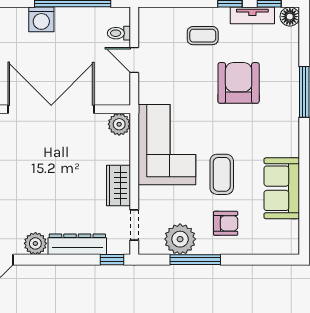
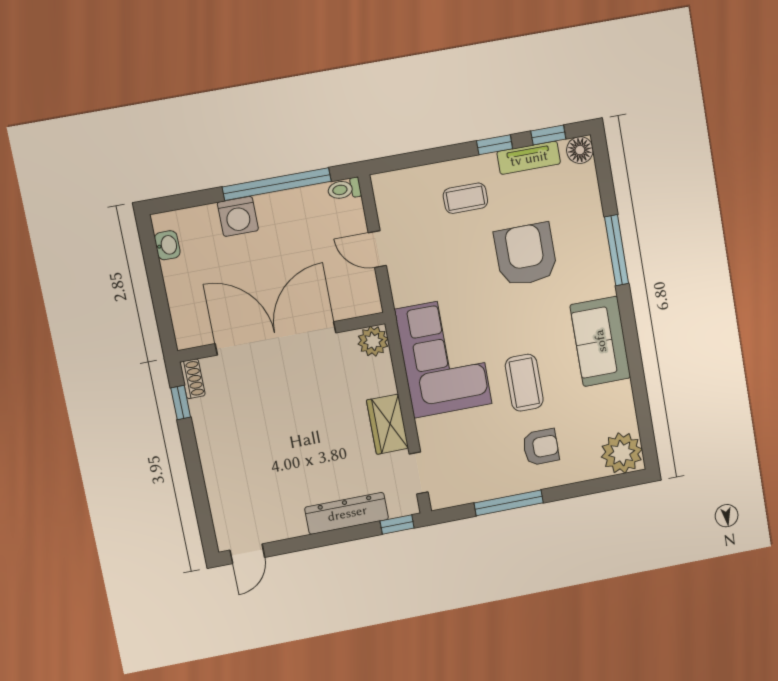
toilet: (119, 33) -> (344, 189), moved
sofa: (282, 188) -> (600, 341), moved
plant: (180, 239) -> (622, 453), moved
plant: (35, 243) -> (289, 523), removed

